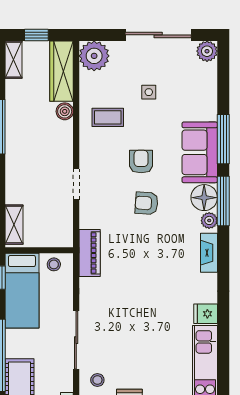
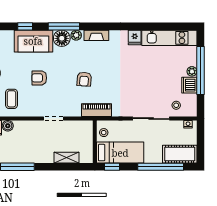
window: (223, 139) -> (25, 26), width x0.46
armchair: (146, 203) -> (84, 79), moved
shelving: (14, 225) -> (66, 158), moved

